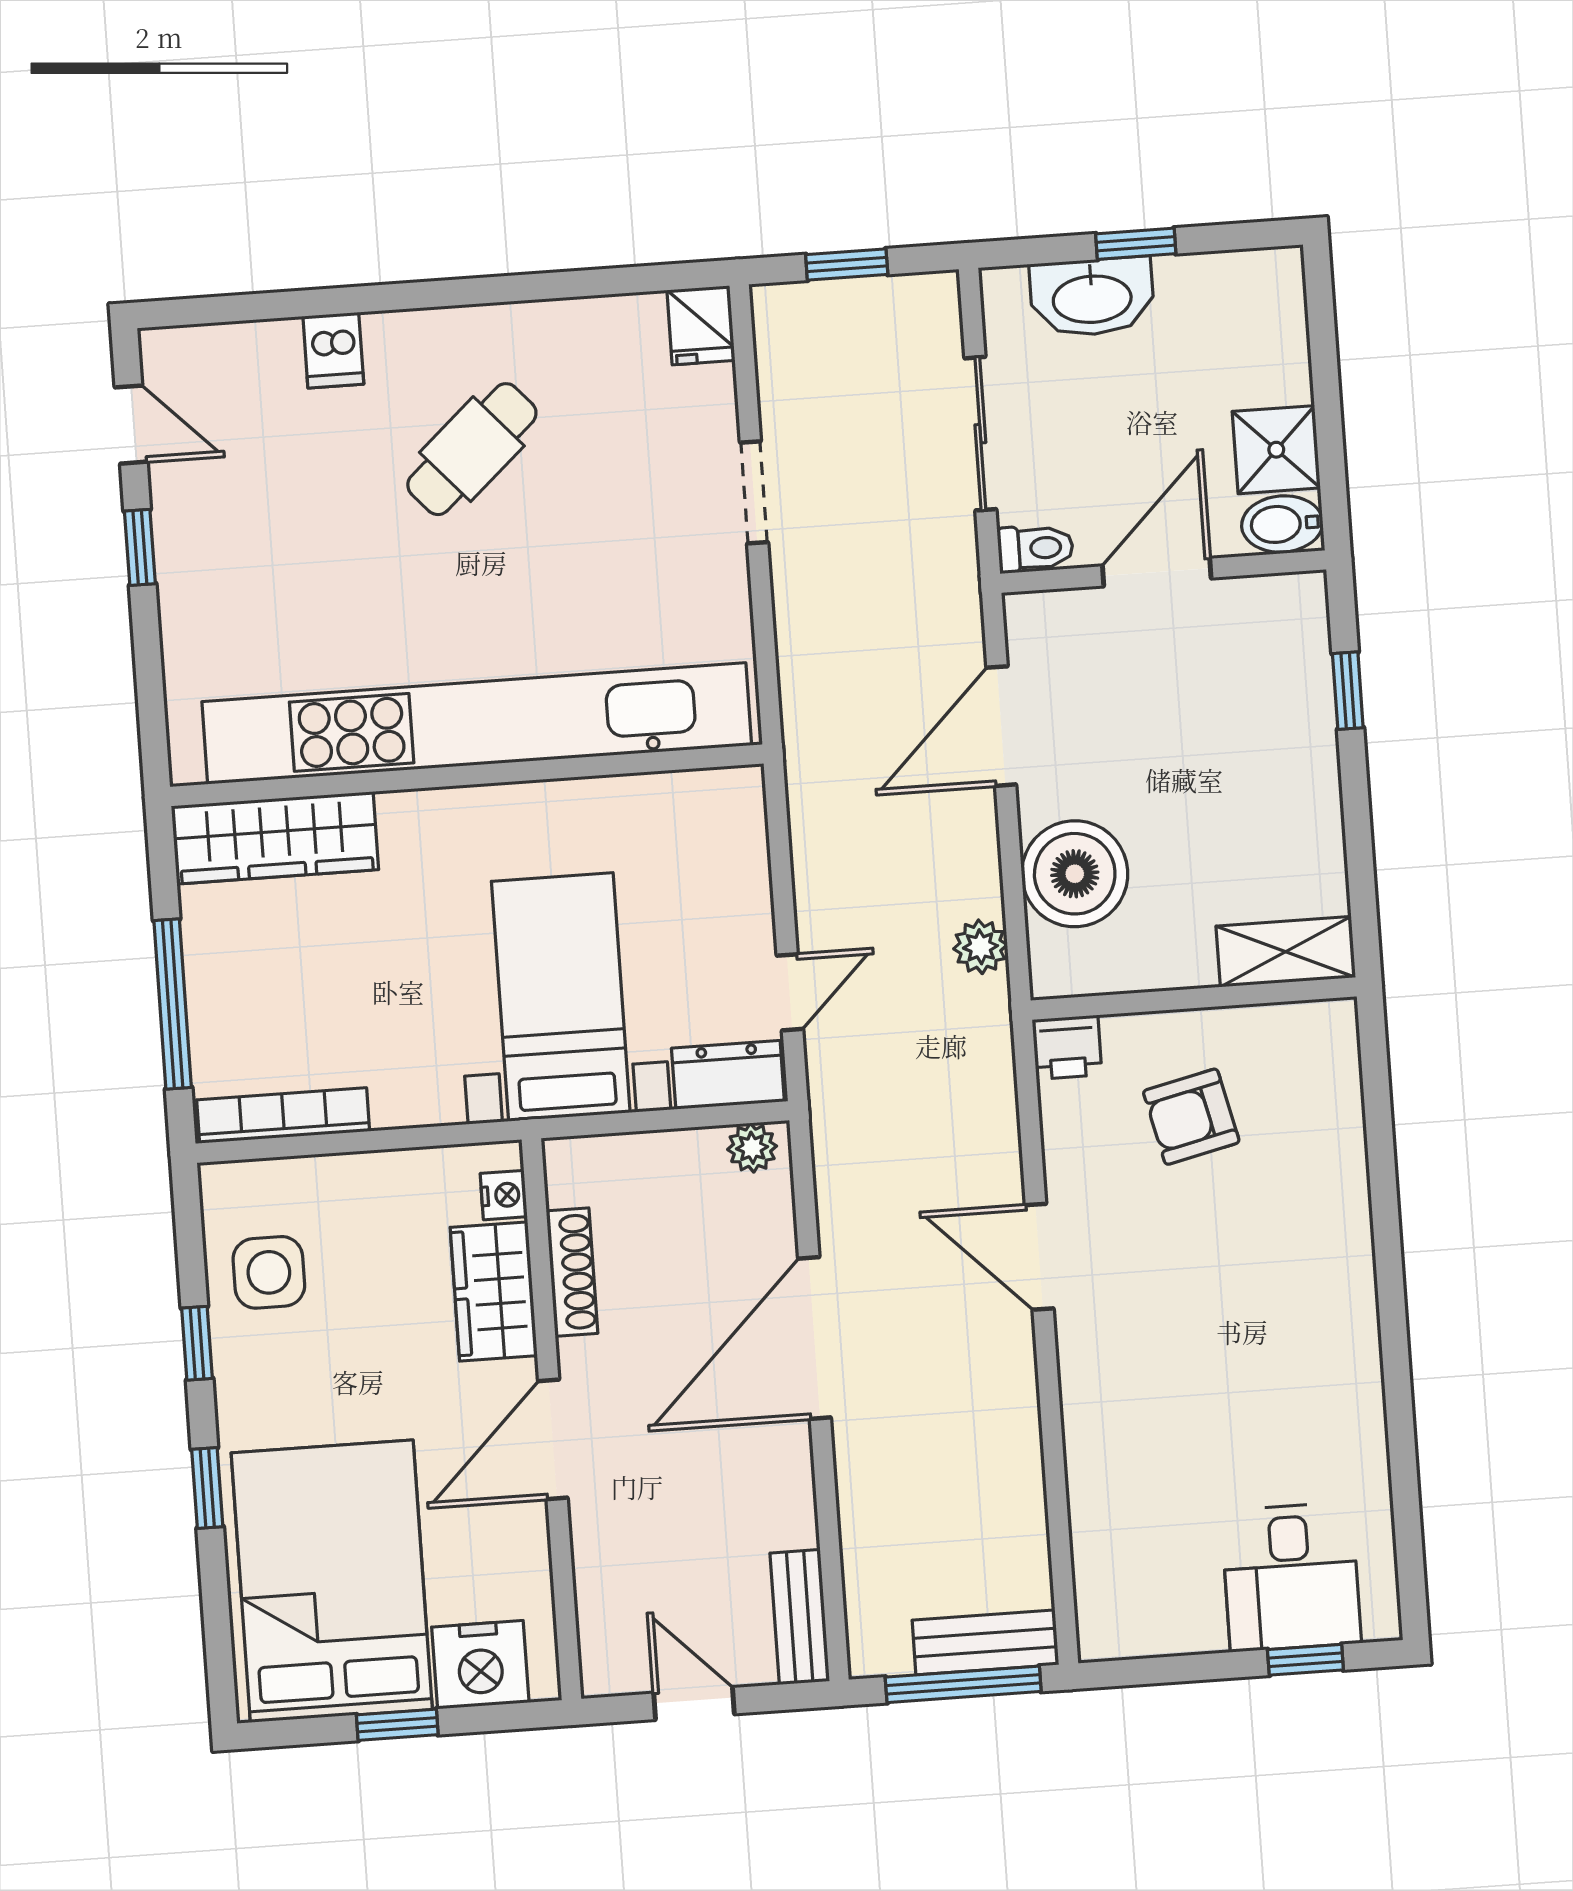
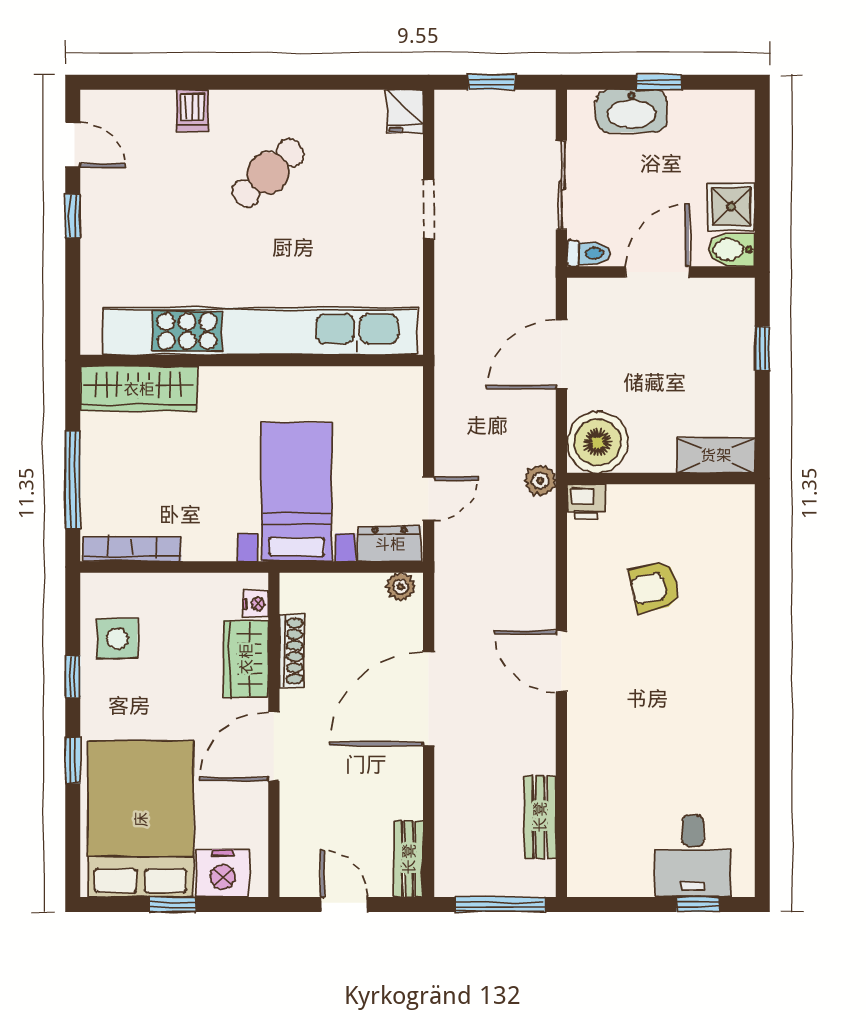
shelving: (1286, 952) -> (716, 455), moved
wall: (1194, 998) -> (661, 479), moved
printer: (1067, 1047) -> (586, 501), moved
bench: (985, 1642) -> (540, 817), moved, turned 90

